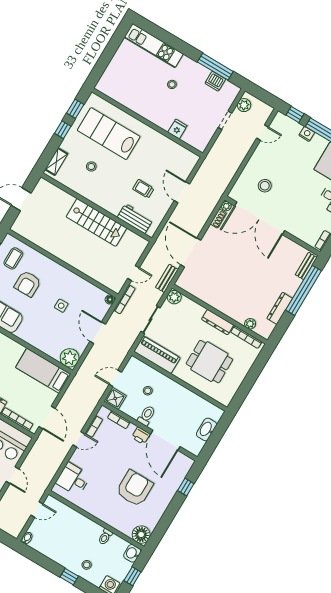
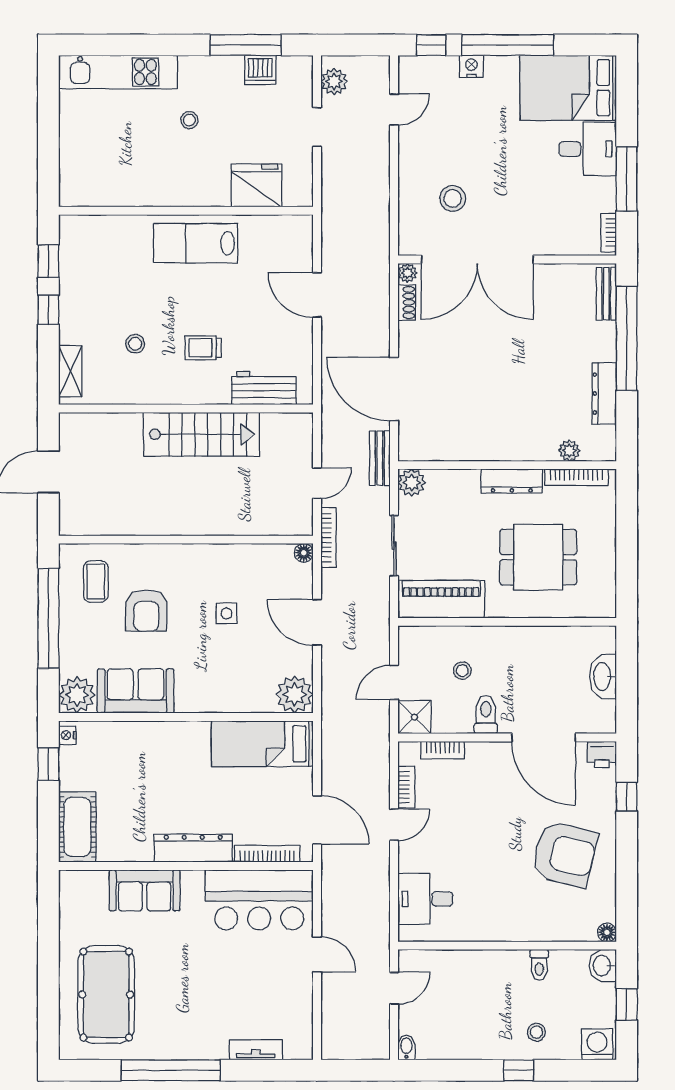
fridge: (177, 129) -> (256, 185), width x1.88, depth x1.34
lab bench: (109, 134) -> (196, 243), moved, width x0.73, depth x0.72
trolley: (143, 189) -> (203, 348), moved
printer: (141, 436) -> (602, 755), moved
armchair: (135, 488) -> (564, 854), moved, turned 104
floor lamp: (141, 535) -> (607, 932), width x0.53, depth x0.53

